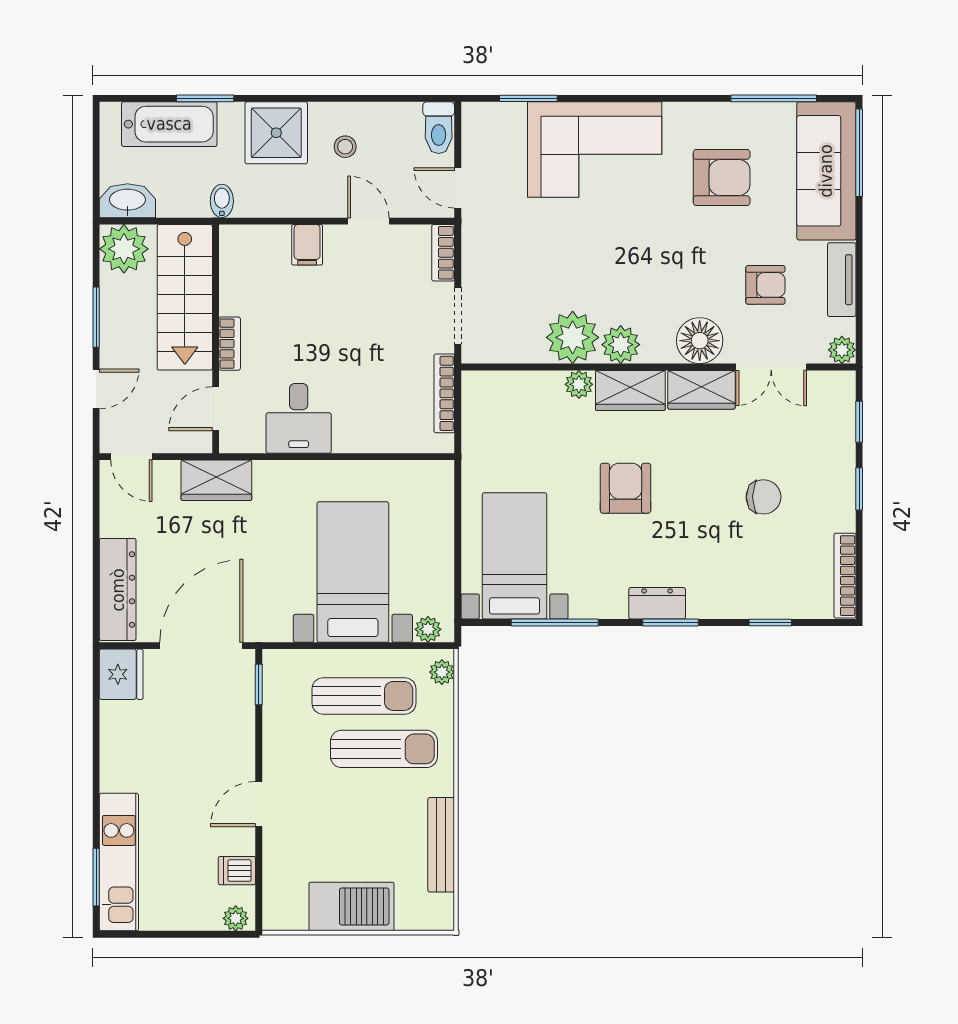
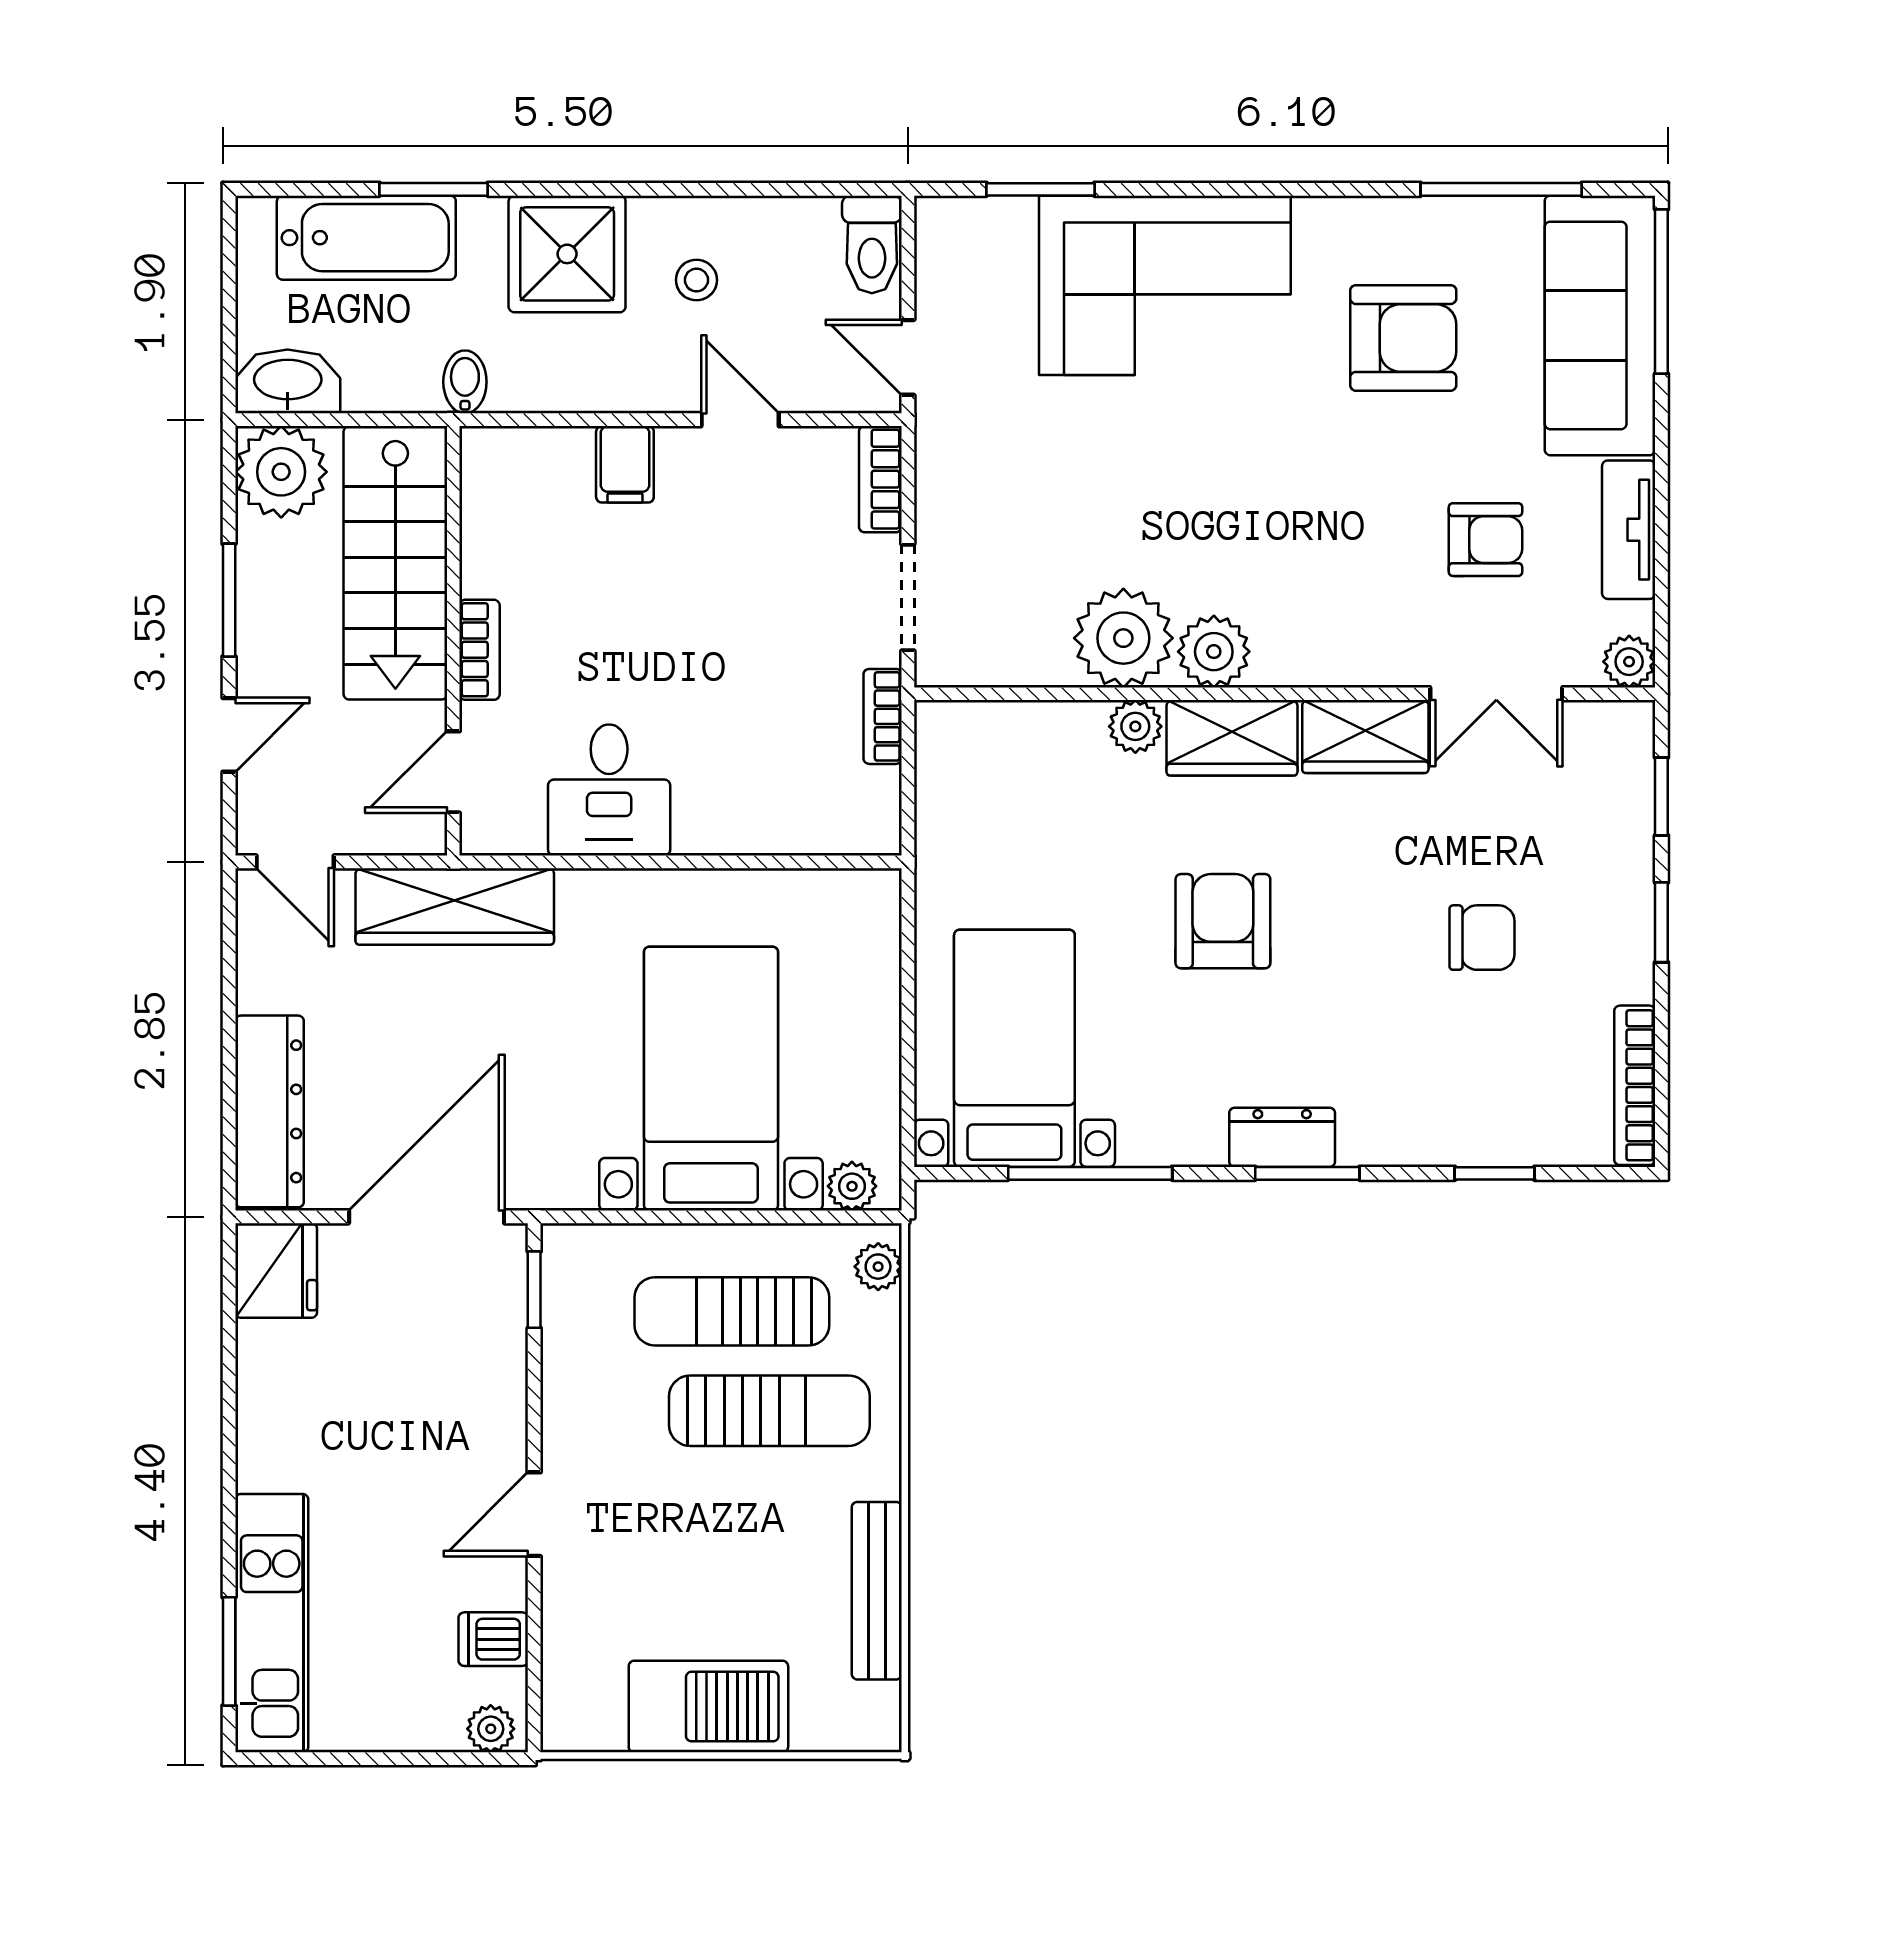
floor lamp: (700, 341) -> (1362, 644), removed
bookcase: (444, 393) -> (883, 716), width x0.64
wardrobe: (216, 480) -> (455, 906), width x1.50
sun lounger: (364, 696) -> (732, 1311), turned 180

